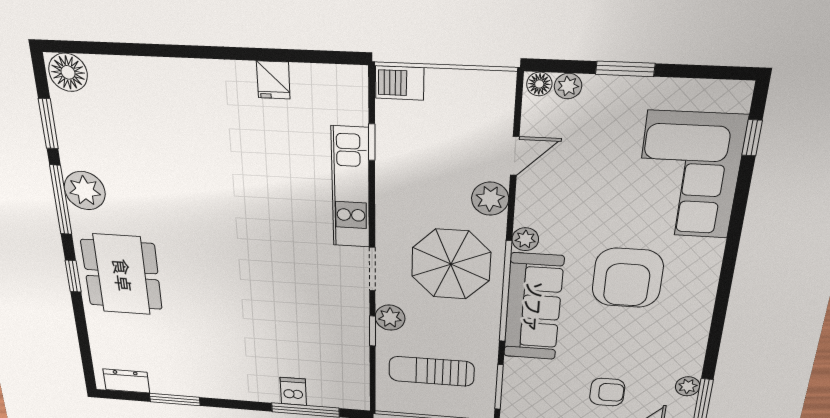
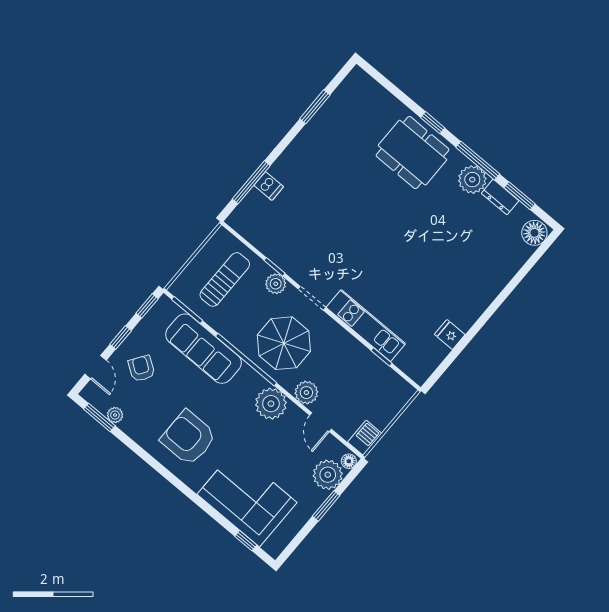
barbecue: (400, 83) -> (365, 438), moved
plant: (568, 86) -> (328, 475), width x1.88, depth x1.88
plant: (525, 239) -> (271, 404), width x1.88, depth x1.88
armchair: (628, 278) -> (188, 438), moved
sofa: (533, 307) -> (203, 349), moved
dresser: (126, 381) -> (500, 197), moved, turned 90
armchair: (607, 392) -> (141, 368), turned 124

